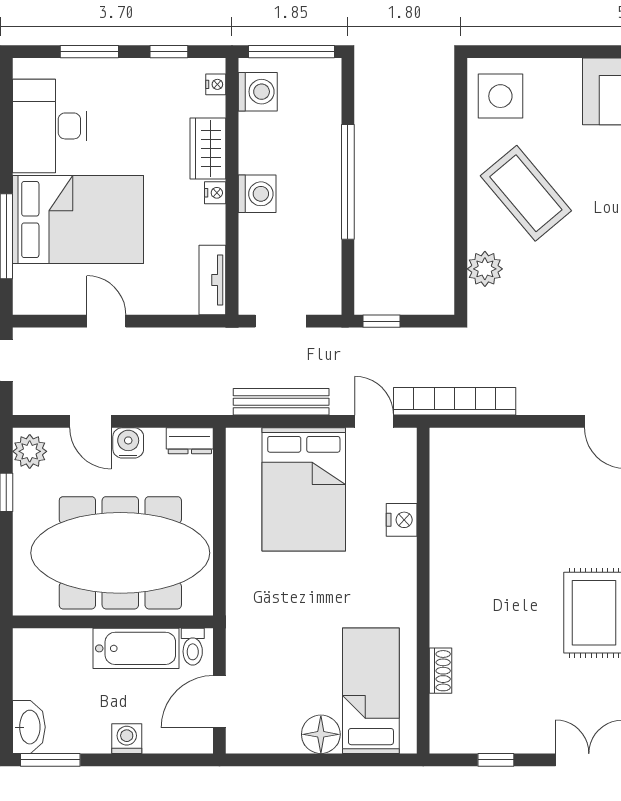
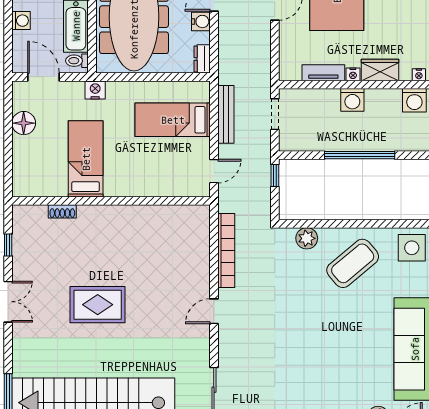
tv unit: (212, 280) -> (323, 73), moved
bookcase: (455, 401) -> (226, 251), moved
bed: (304, 489) -> (173, 120), width x0.67
nightstand: (402, 520) -> (95, 90), moved, turned 180
bed: (371, 691) -> (86, 159), moved, turned -90
floor lamp: (321, 734) -> (24, 123), moved

